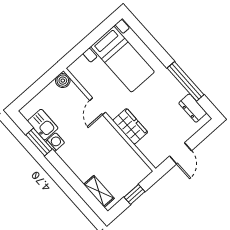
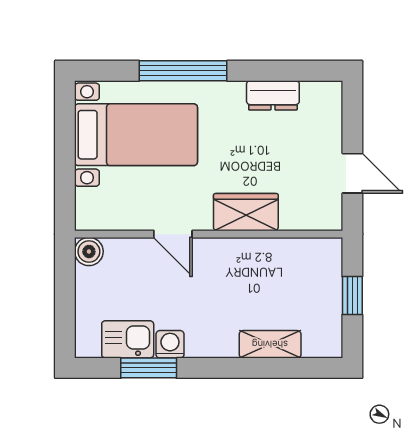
window: (186, 81) -> (183, 71), moved
dresser: (193, 108) -> (273, 95), moved
shelving: (99, 191) -> (270, 344), moved

